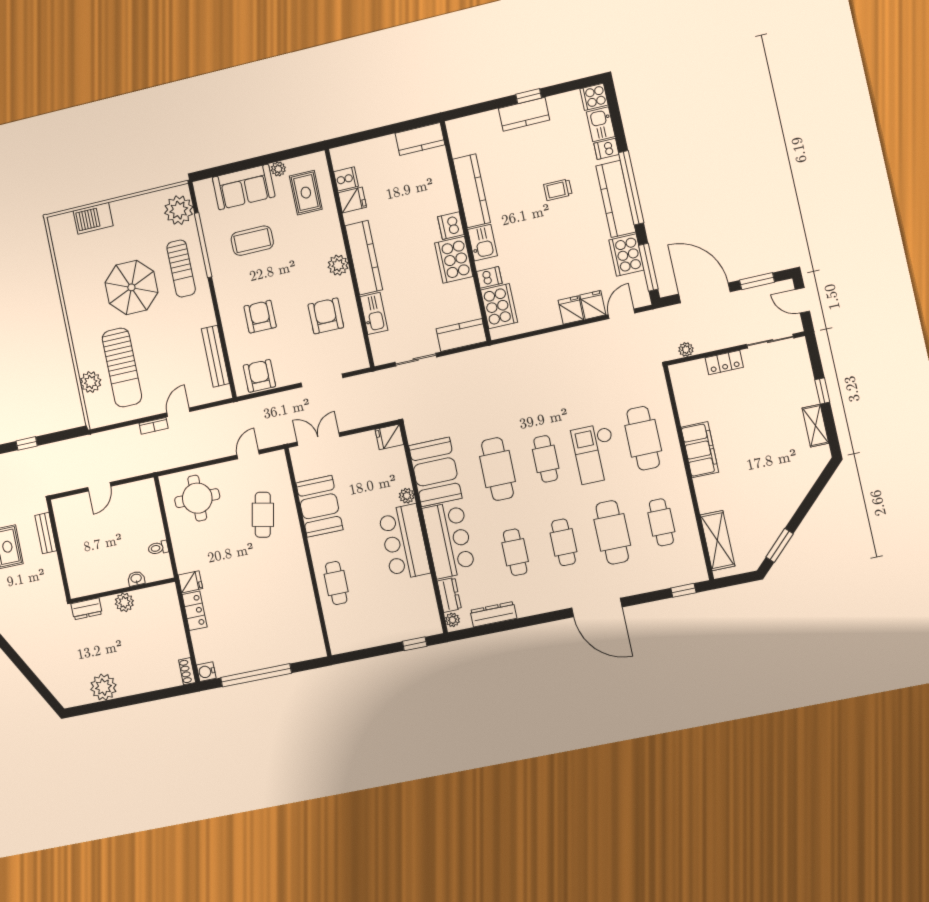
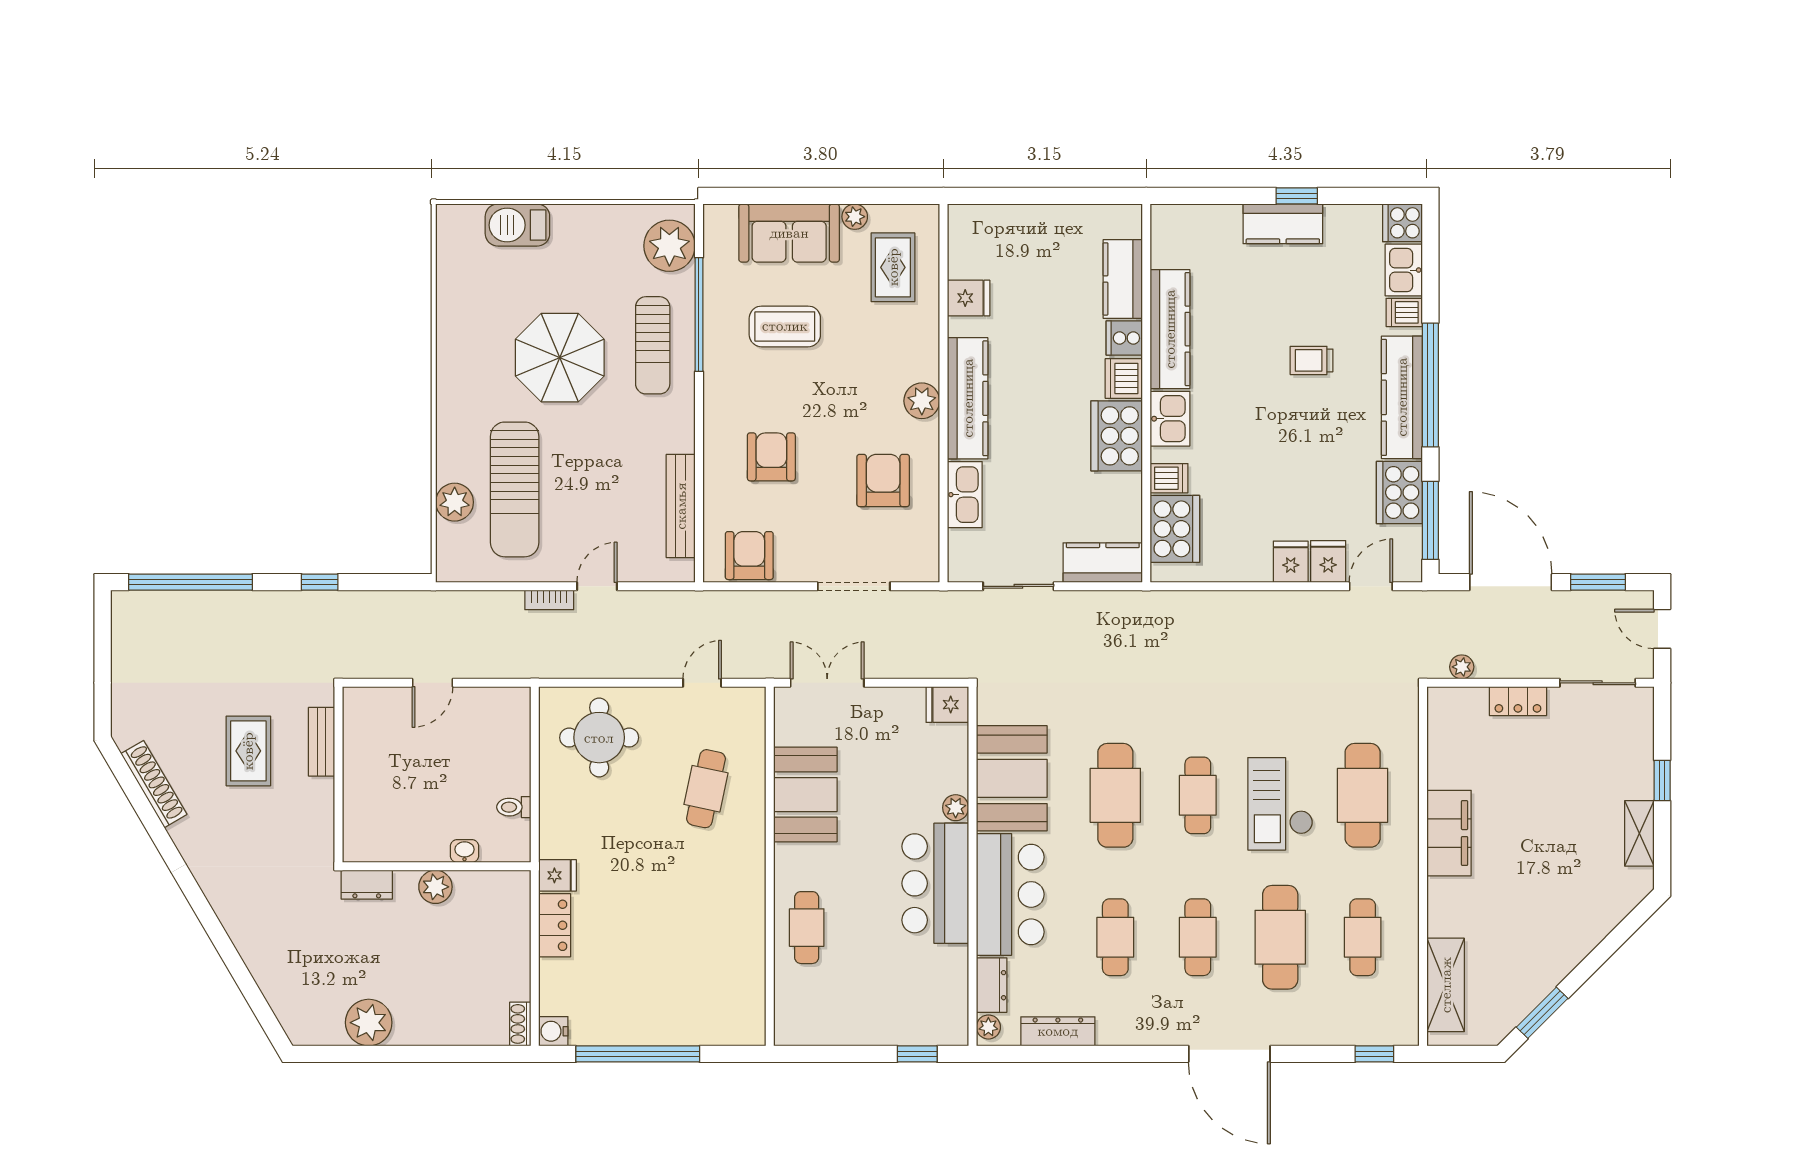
kitchen counter: (420, 139) -> (1123, 279), moved, turned 90
cooker: (346, 179) -> (1124, 338), moved, turned 180

